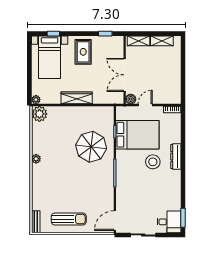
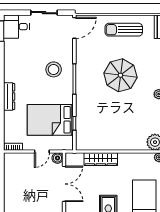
wardrobe: (77, 98) -> (101, 159), moved
parasol: (91, 147) -> (120, 75), moved
stool: (153, 162) -> (54, 69), moved

